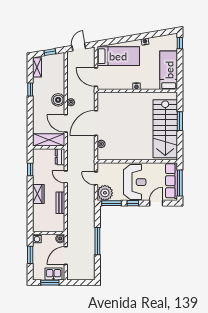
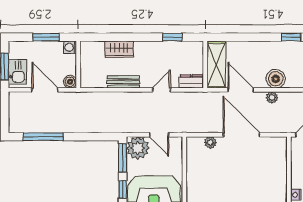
door: (66, 123) -> (241, 90), hinge flipped
door: (96, 178) -> (159, 135), swing flipped
wardrobe: (38, 194) -> (119, 49), moved
window: (97, 241) -> (43, 137), moved

